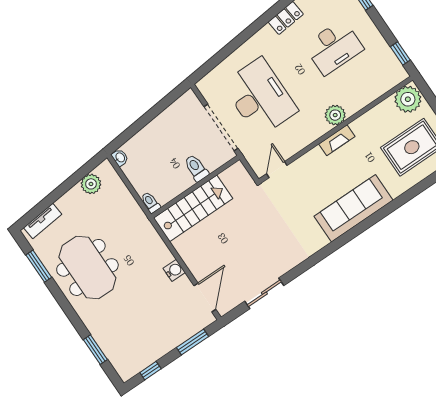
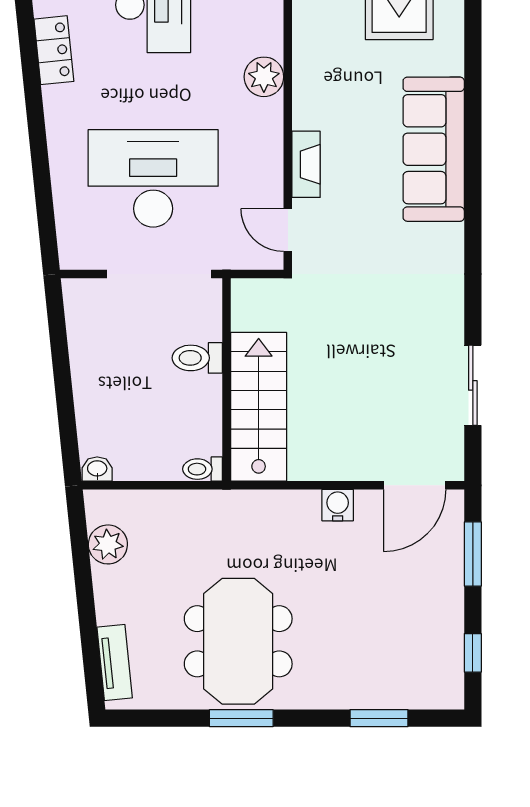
fireplace: (337, 140) -> (306, 164), moved
window: (39, 266) -> (241, 718), moved
meeting table: (87, 267) -> (238, 641), turned 90
door: (205, 297) -> (415, 485), swing flipped

